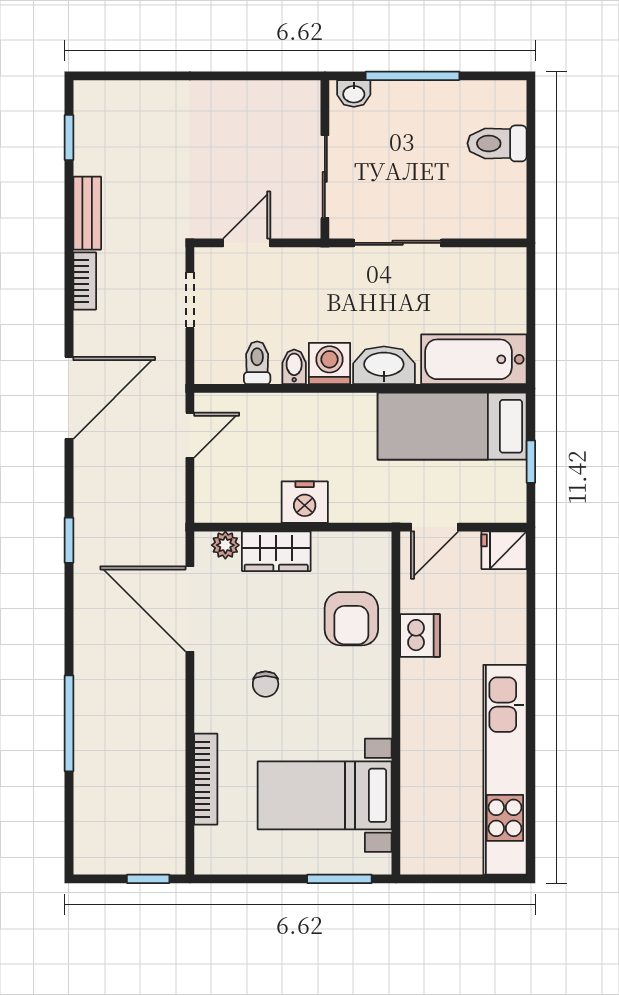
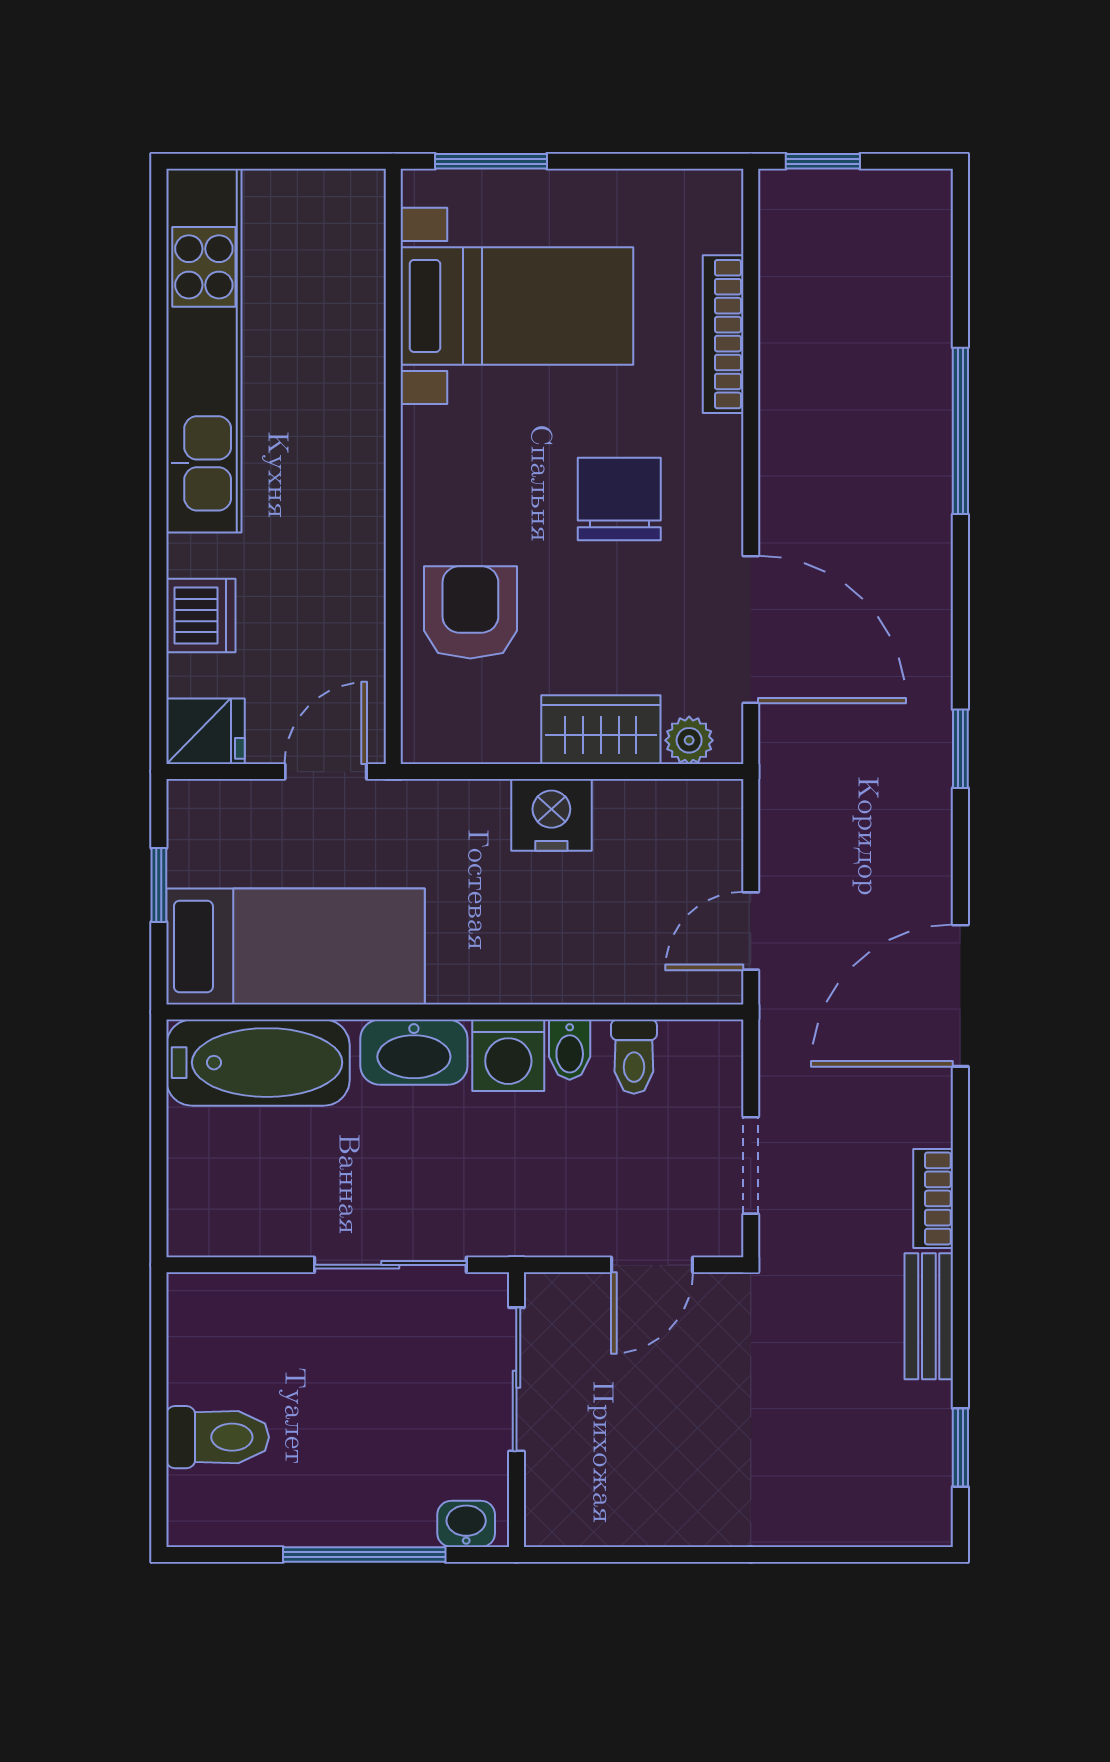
dishwasher: (420, 635) -> (201, 615), moved, turned 180
chair: (266, 684) -> (619, 499), width x1.87, depth x1.87

